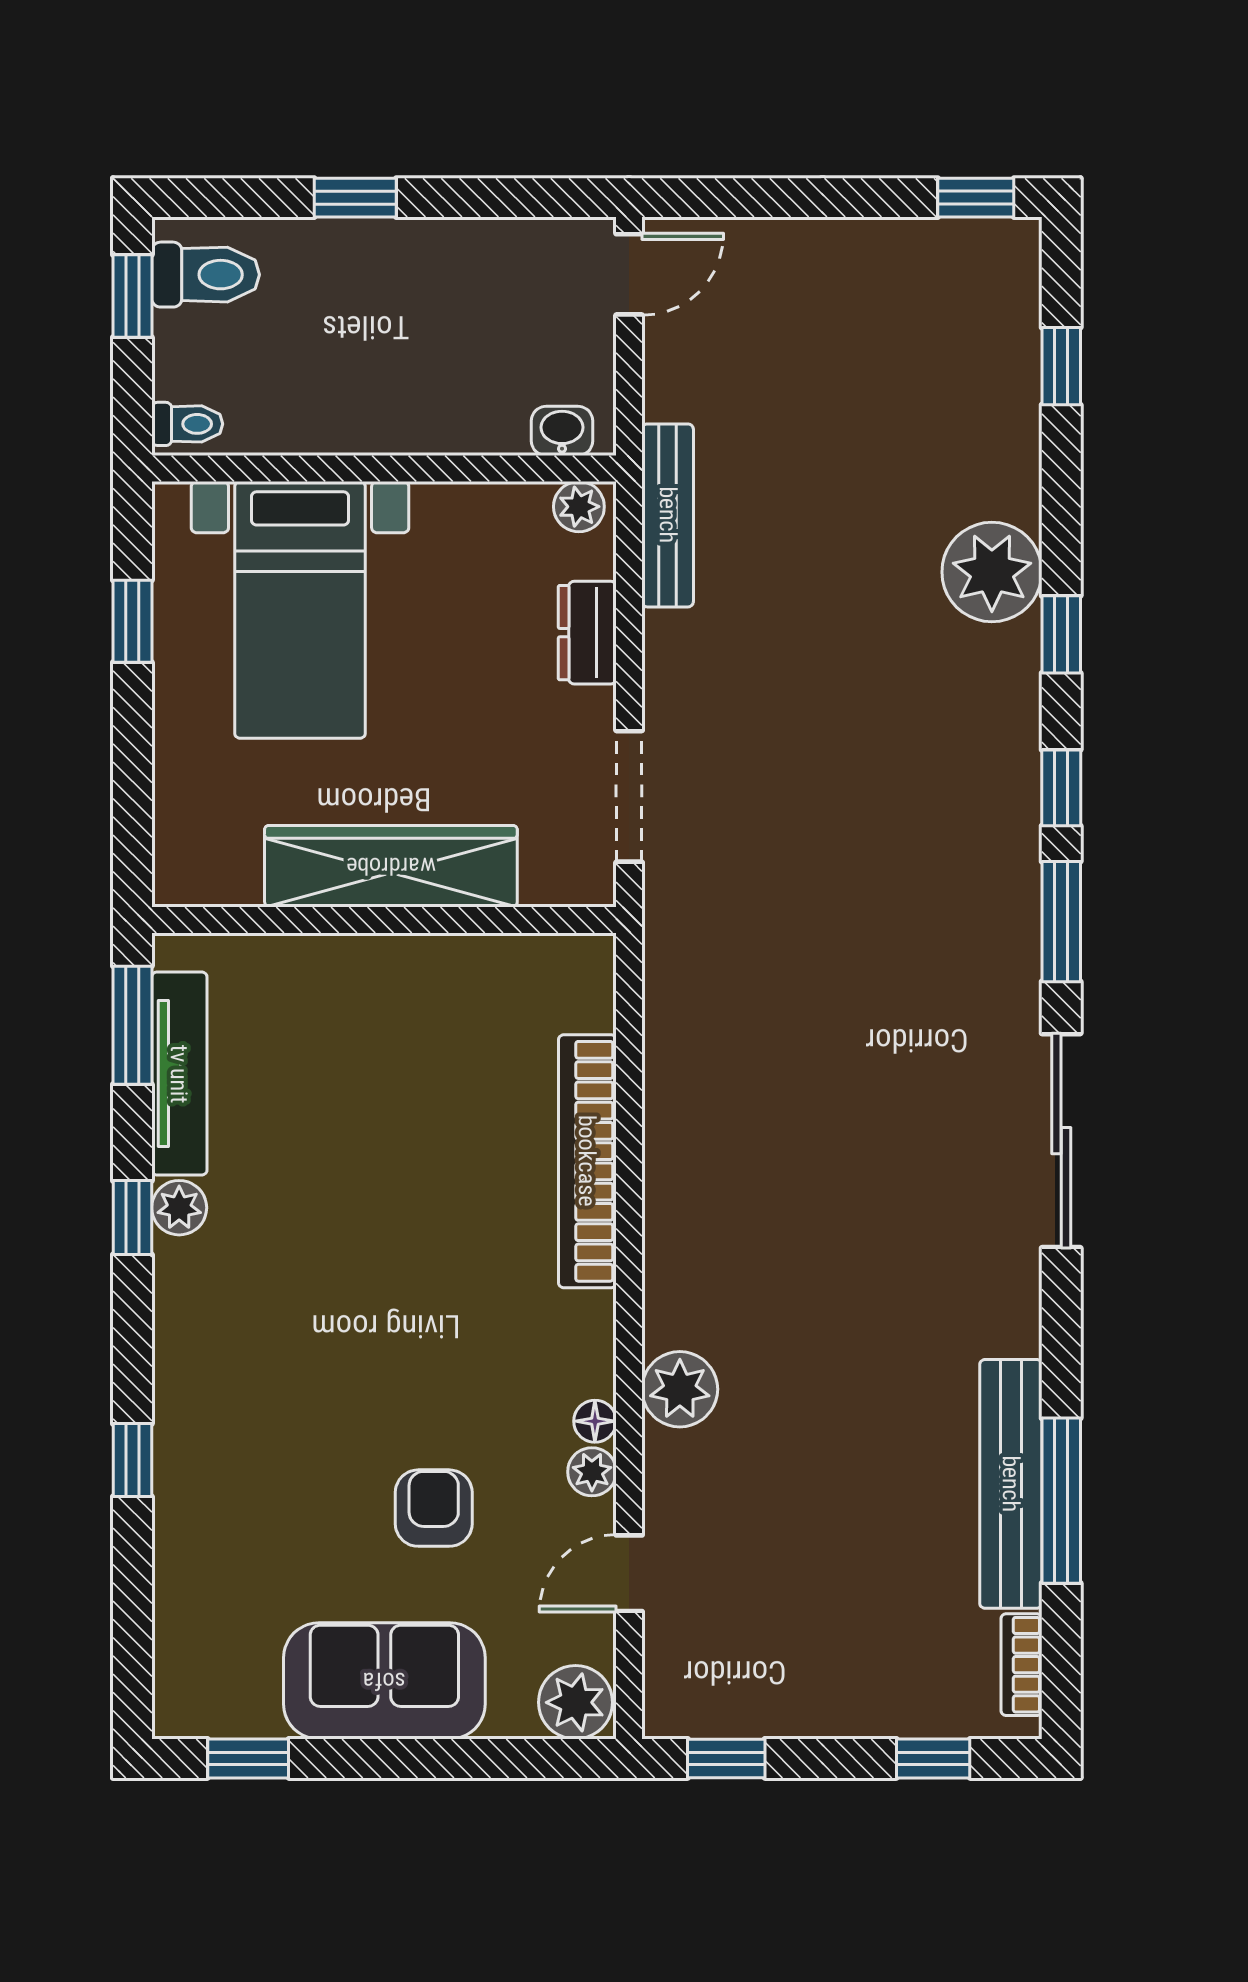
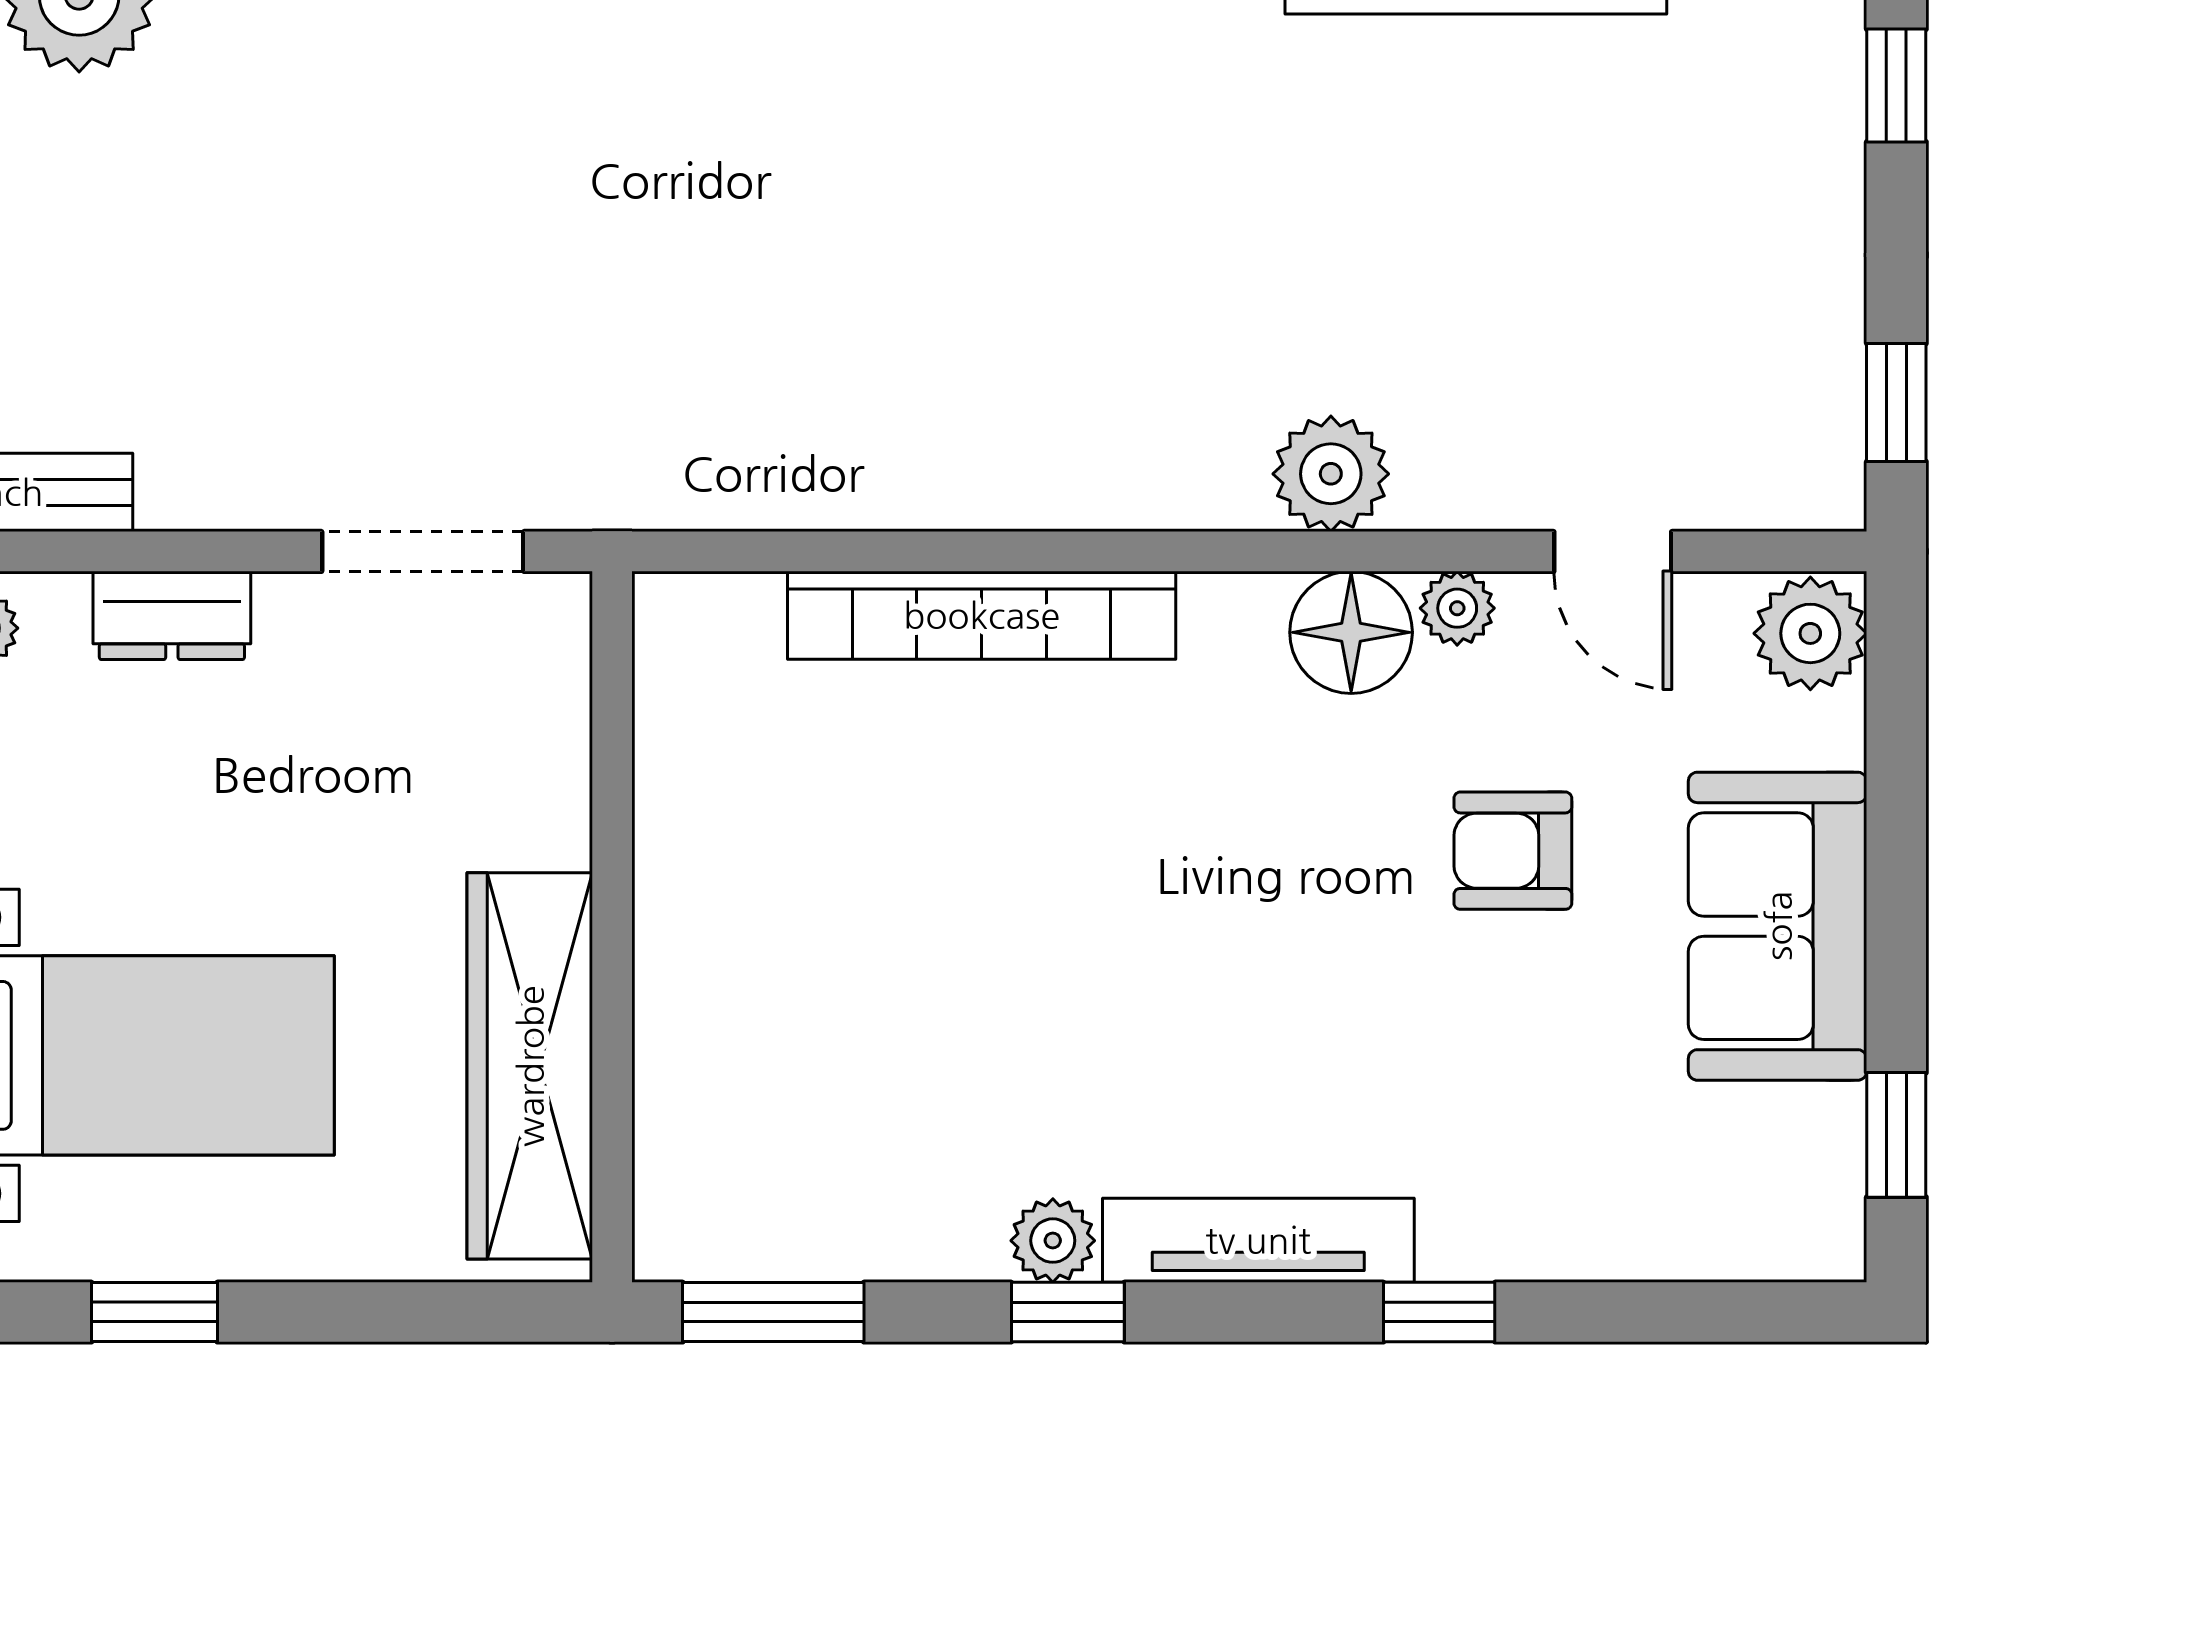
wardrobe: (391, 866) -> (530, 1066), moved
tv unit: (179, 1074) -> (1258, 1240), moved
floor lamp: (595, 1421) -> (1351, 632), width x1.89, depth x1.89

